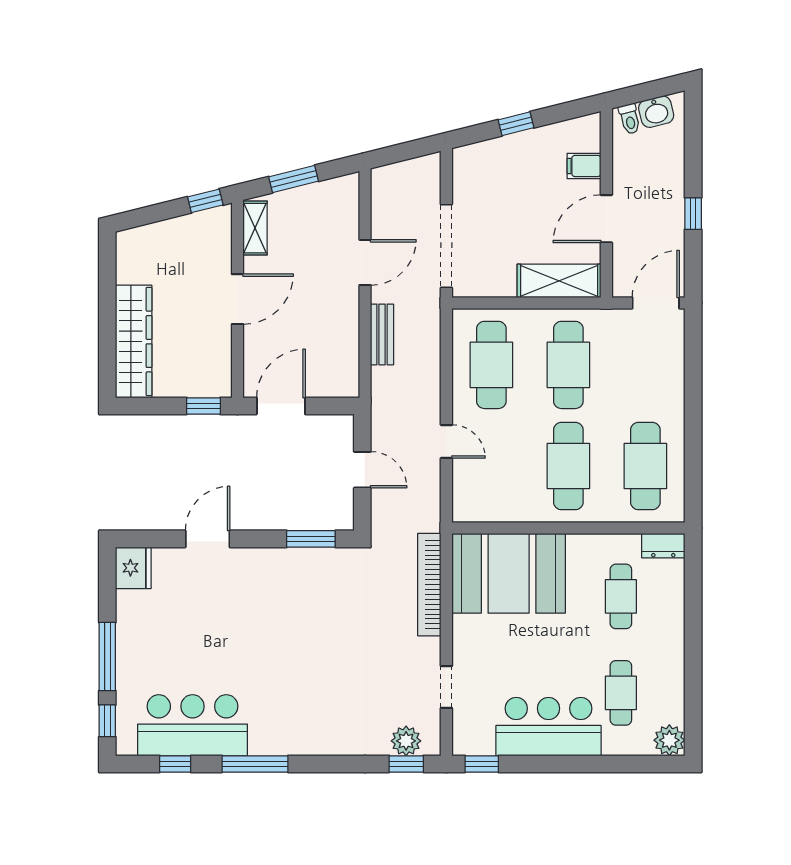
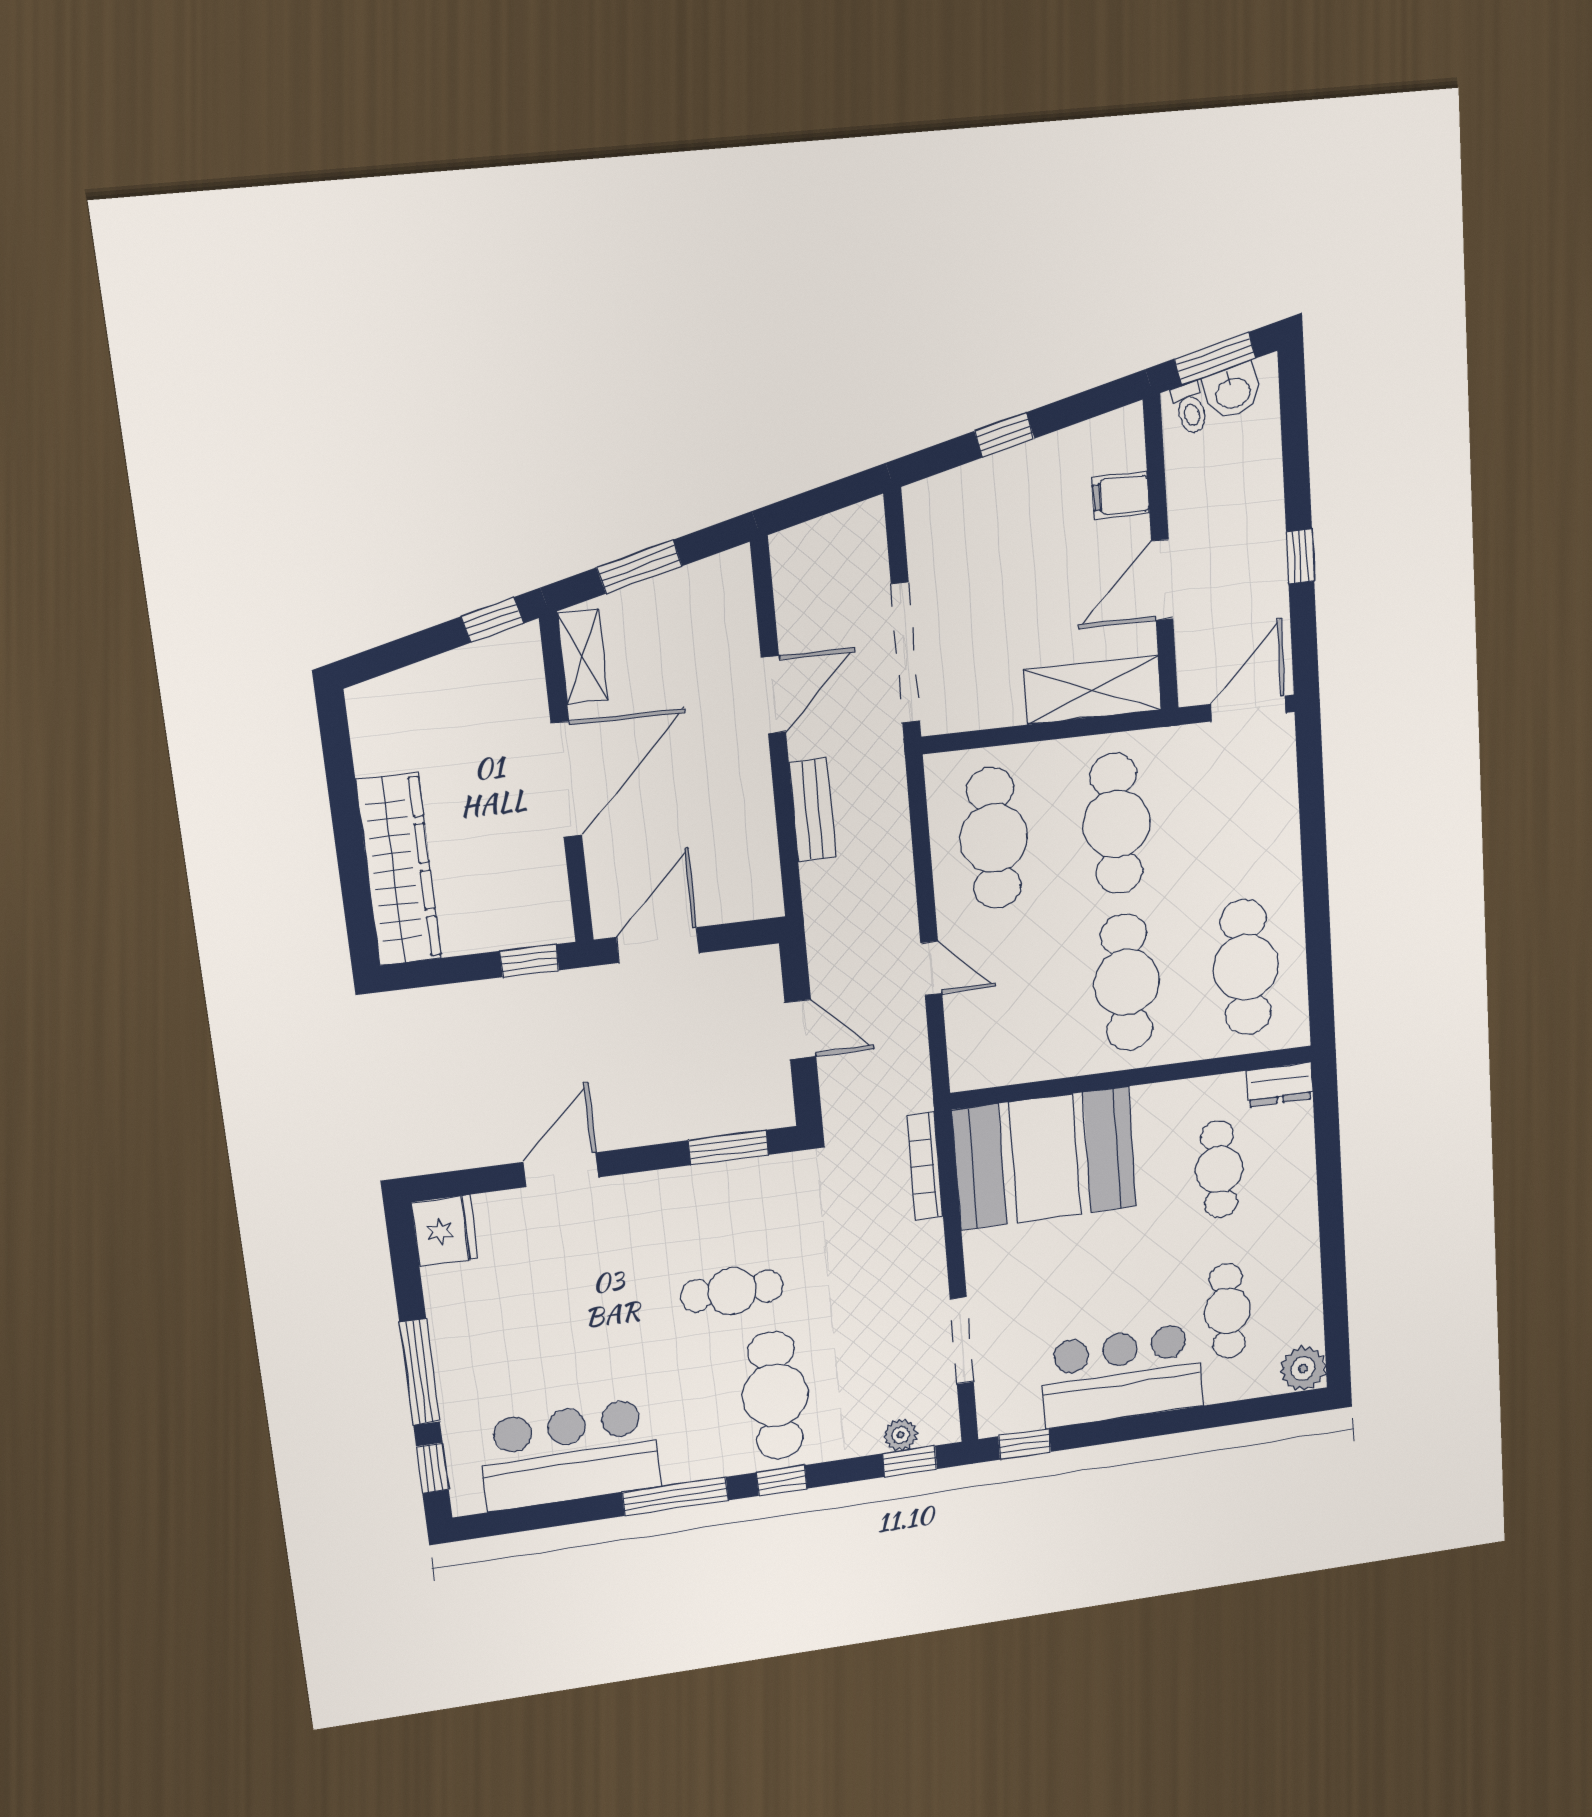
window: (646, 91) -> (1215, 359), added
door: (238, 299) -> (566, 779), width x1.36
bookcase: (429, 585) -> (925, 1166), width x0.68, depth x0.76
cafe table: (304, 632) -> (732, 1291), added
doorway: (446, 687) -> (962, 1341), width x1.38
cafe table: (325, 706) -> (775, 1395), added
plant: (406, 741) -> (901, 1435), width x0.73, depth x0.73
window: (175, 764) -> (782, 1480), moved

